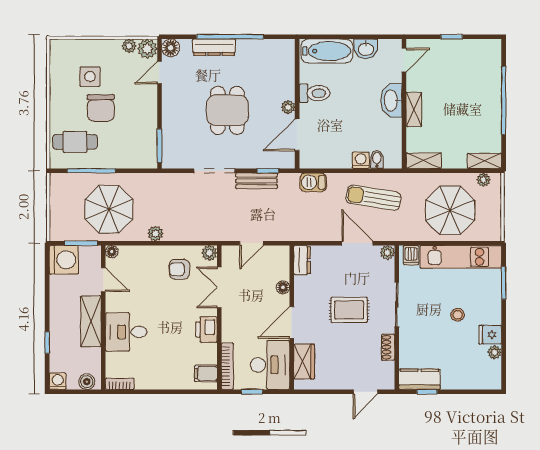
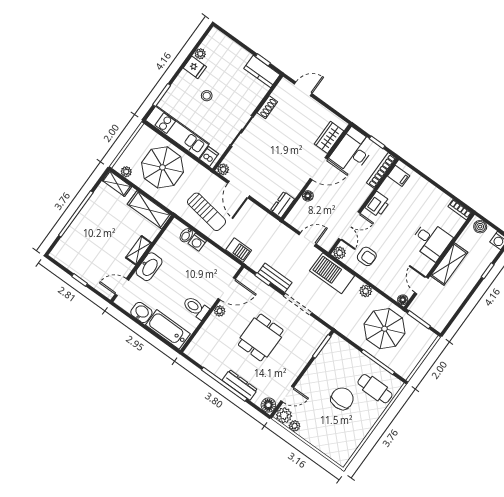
side table: (90, 77) -> (335, 424), removed
shelving: (424, 161) -> (149, 210), width x1.50, depth x1.33
barbecue: (202, 227) -> (332, 273), added
washing machine: (64, 260) -> (438, 317), removed
rug: (349, 310) -> (275, 150), removed

